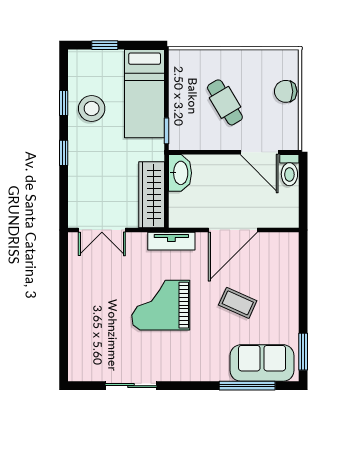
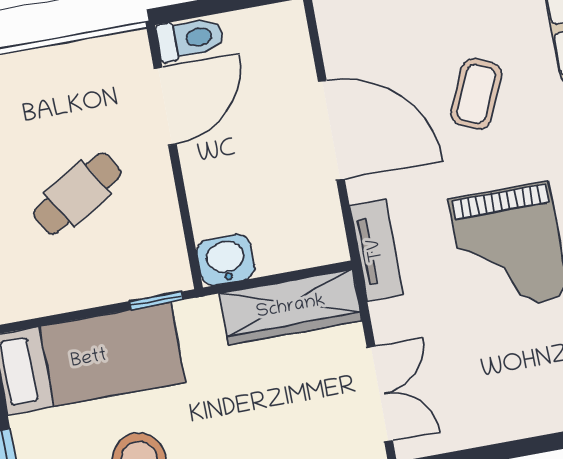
chair: (286, 91) -> (33, 75), removed
washbasin: (180, 173) -> (226, 260), width x0.72

